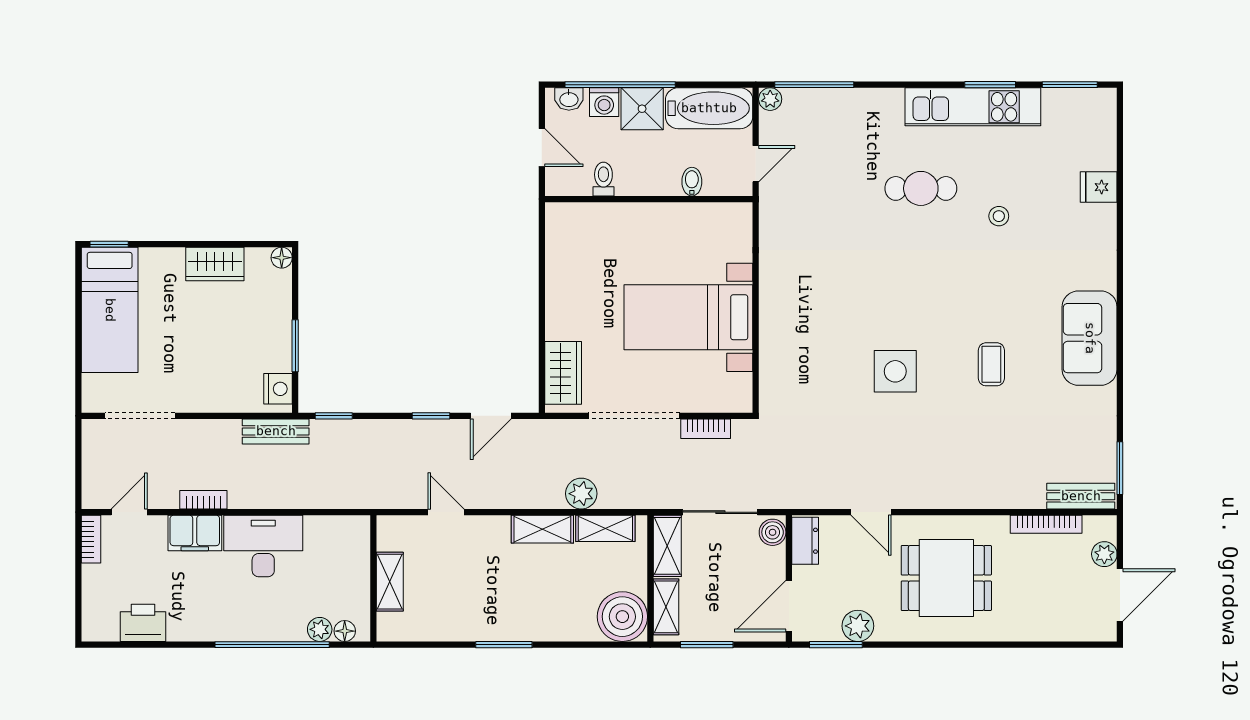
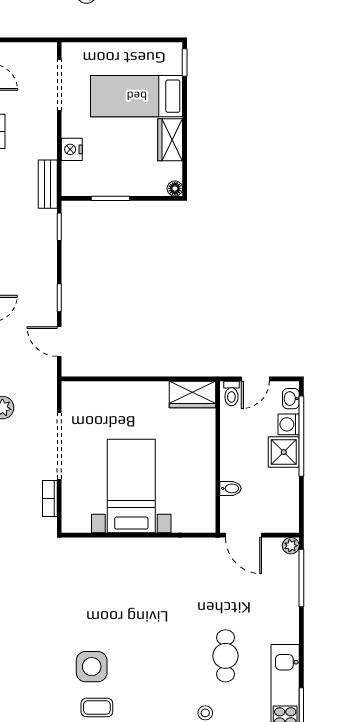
bathtub: (709, 108) -> (284, 501), removed
door: (756, 164) -> (243, 535), width x1.38
toilet: (603, 179) -> (231, 394), moved, turned 90
bed: (110, 310) -> (137, 96), moved
side table: (895, 371) -> (92, 667), moved
wardrobe: (563, 373) -> (192, 394), moved
nightstand: (278, 389) -> (72, 149), moved, turned 90

